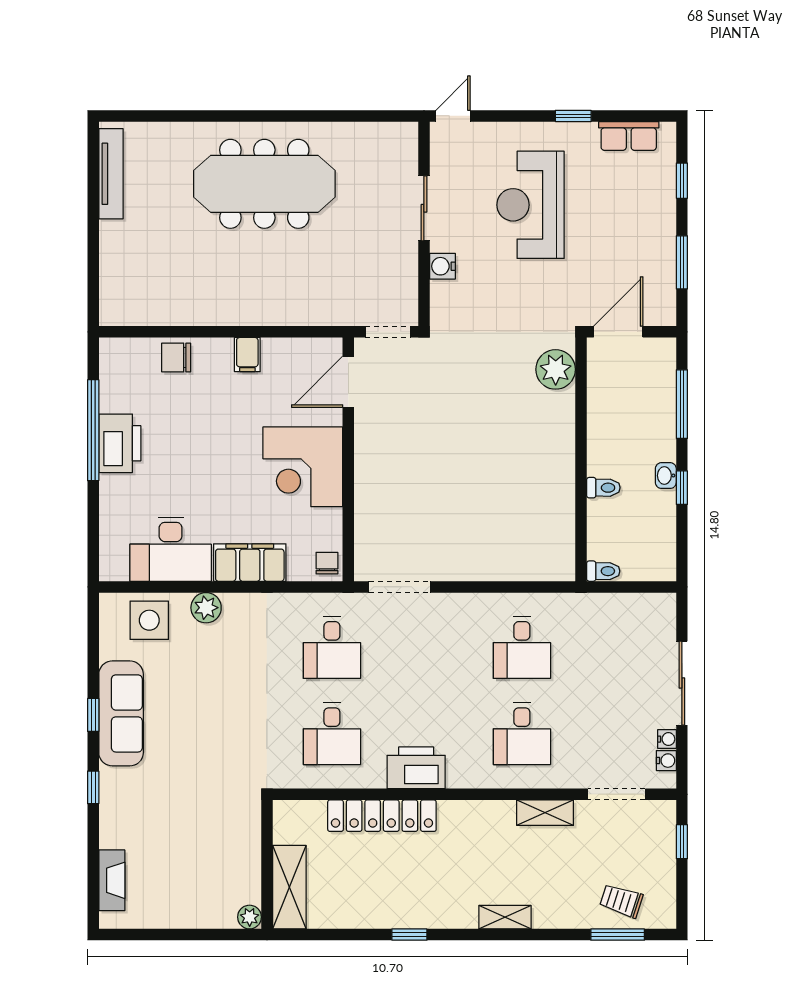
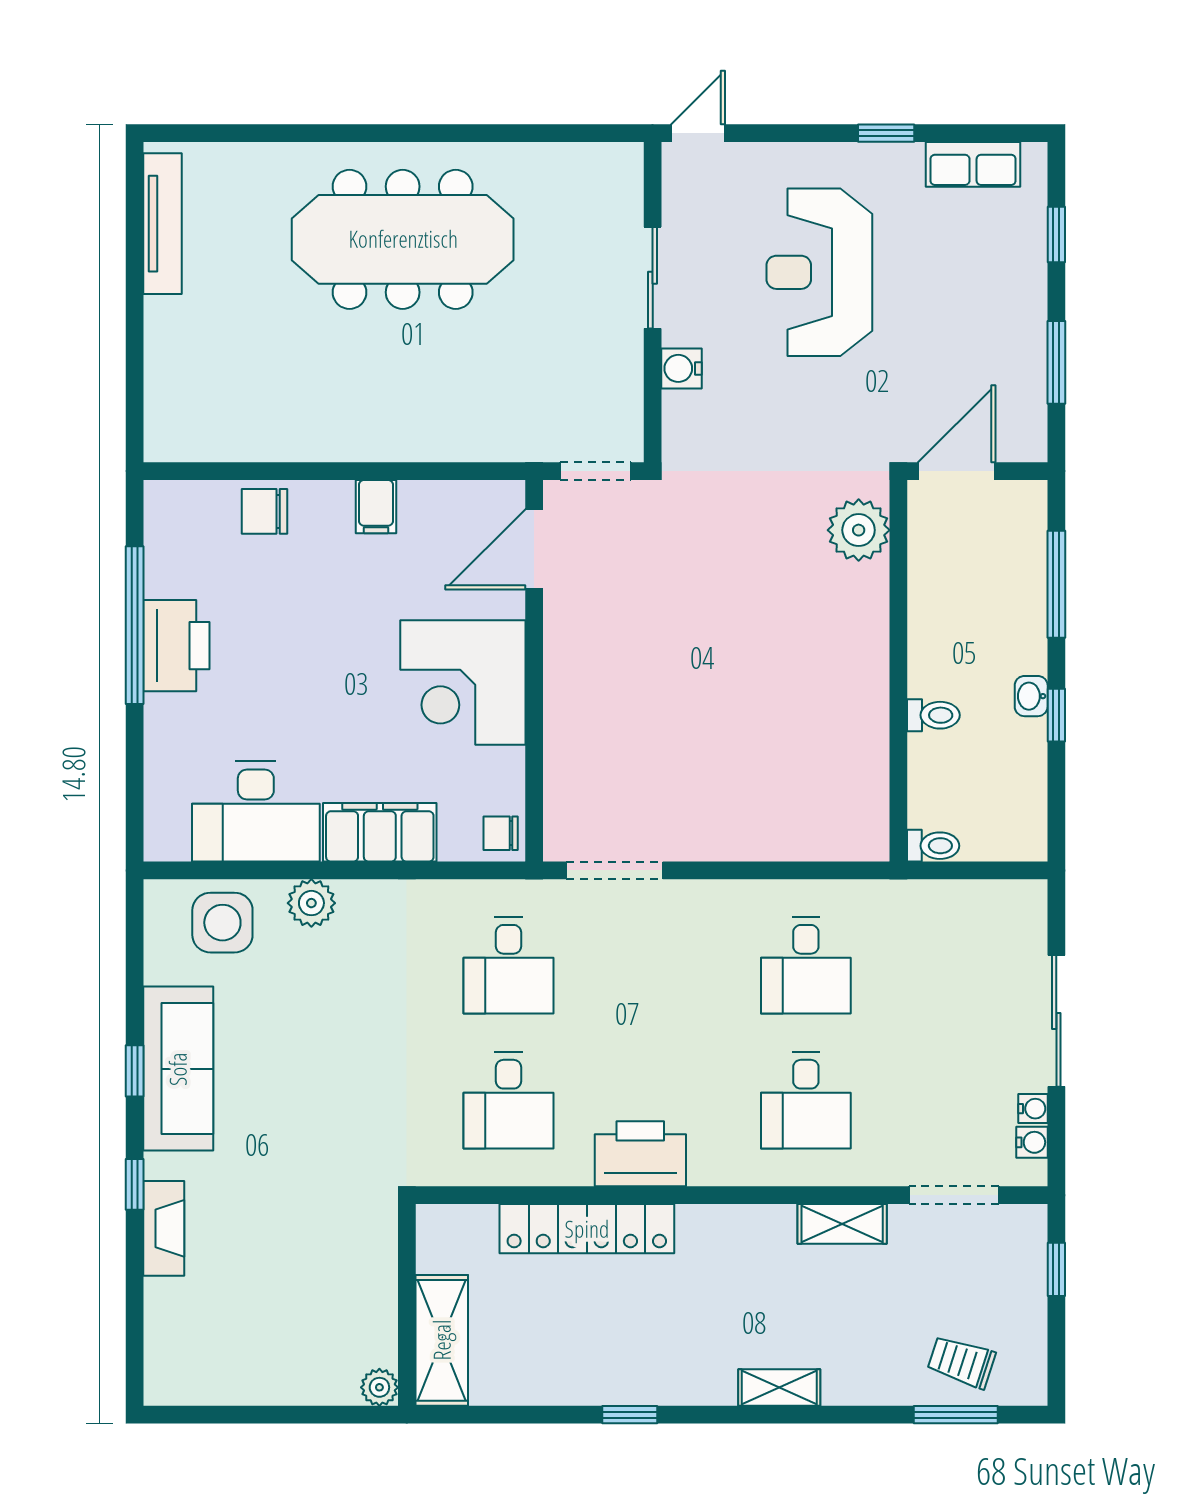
chair: (327, 563) -> (501, 833), turned -90
fireplace: (112, 880) -> (164, 1228), moved

